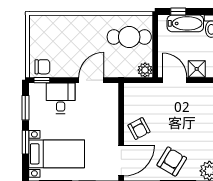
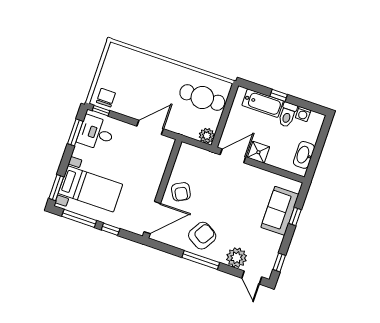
window: (178, 12) -> (279, 95), moved
chair: (42, 67) -> (106, 98), turned -90
door: (175, 80) -> (233, 156), hinge flipped
desk: (61, 98) -> (96, 133), moved, turned -90
window: (25, 142) -> (56, 188), moved

